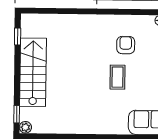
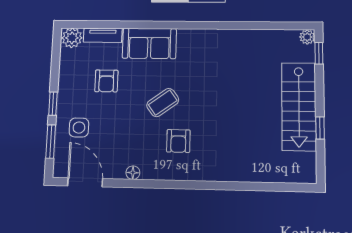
window: (18, 36) -> (320, 128), moved
coffee table: (118, 77) -> (163, 103), moved, turned 54

